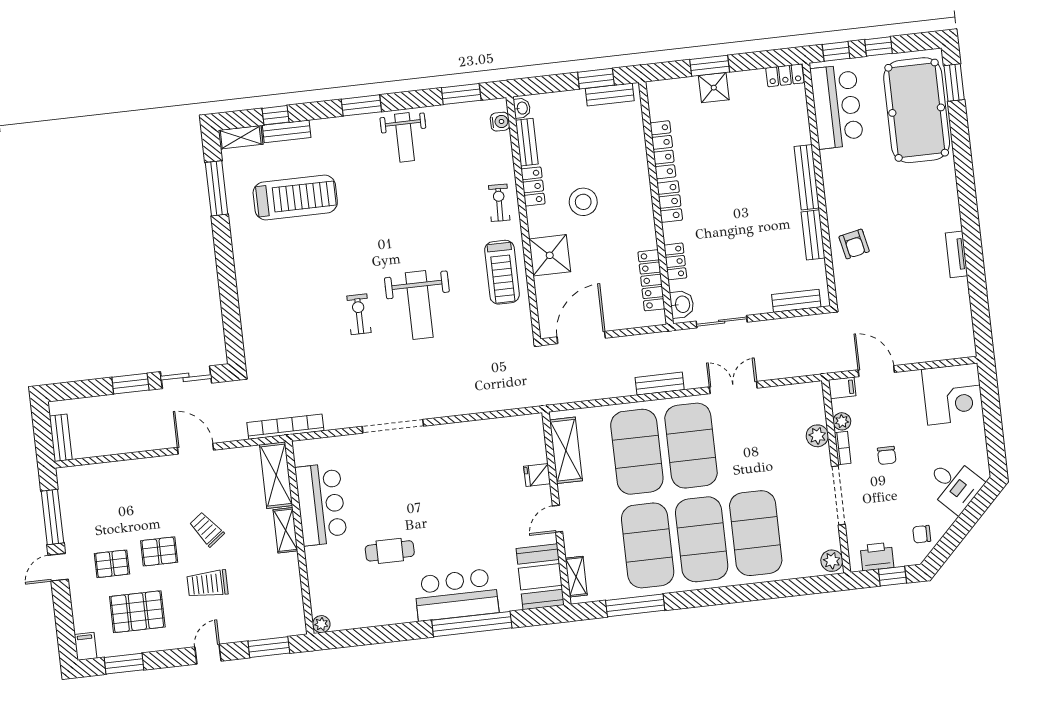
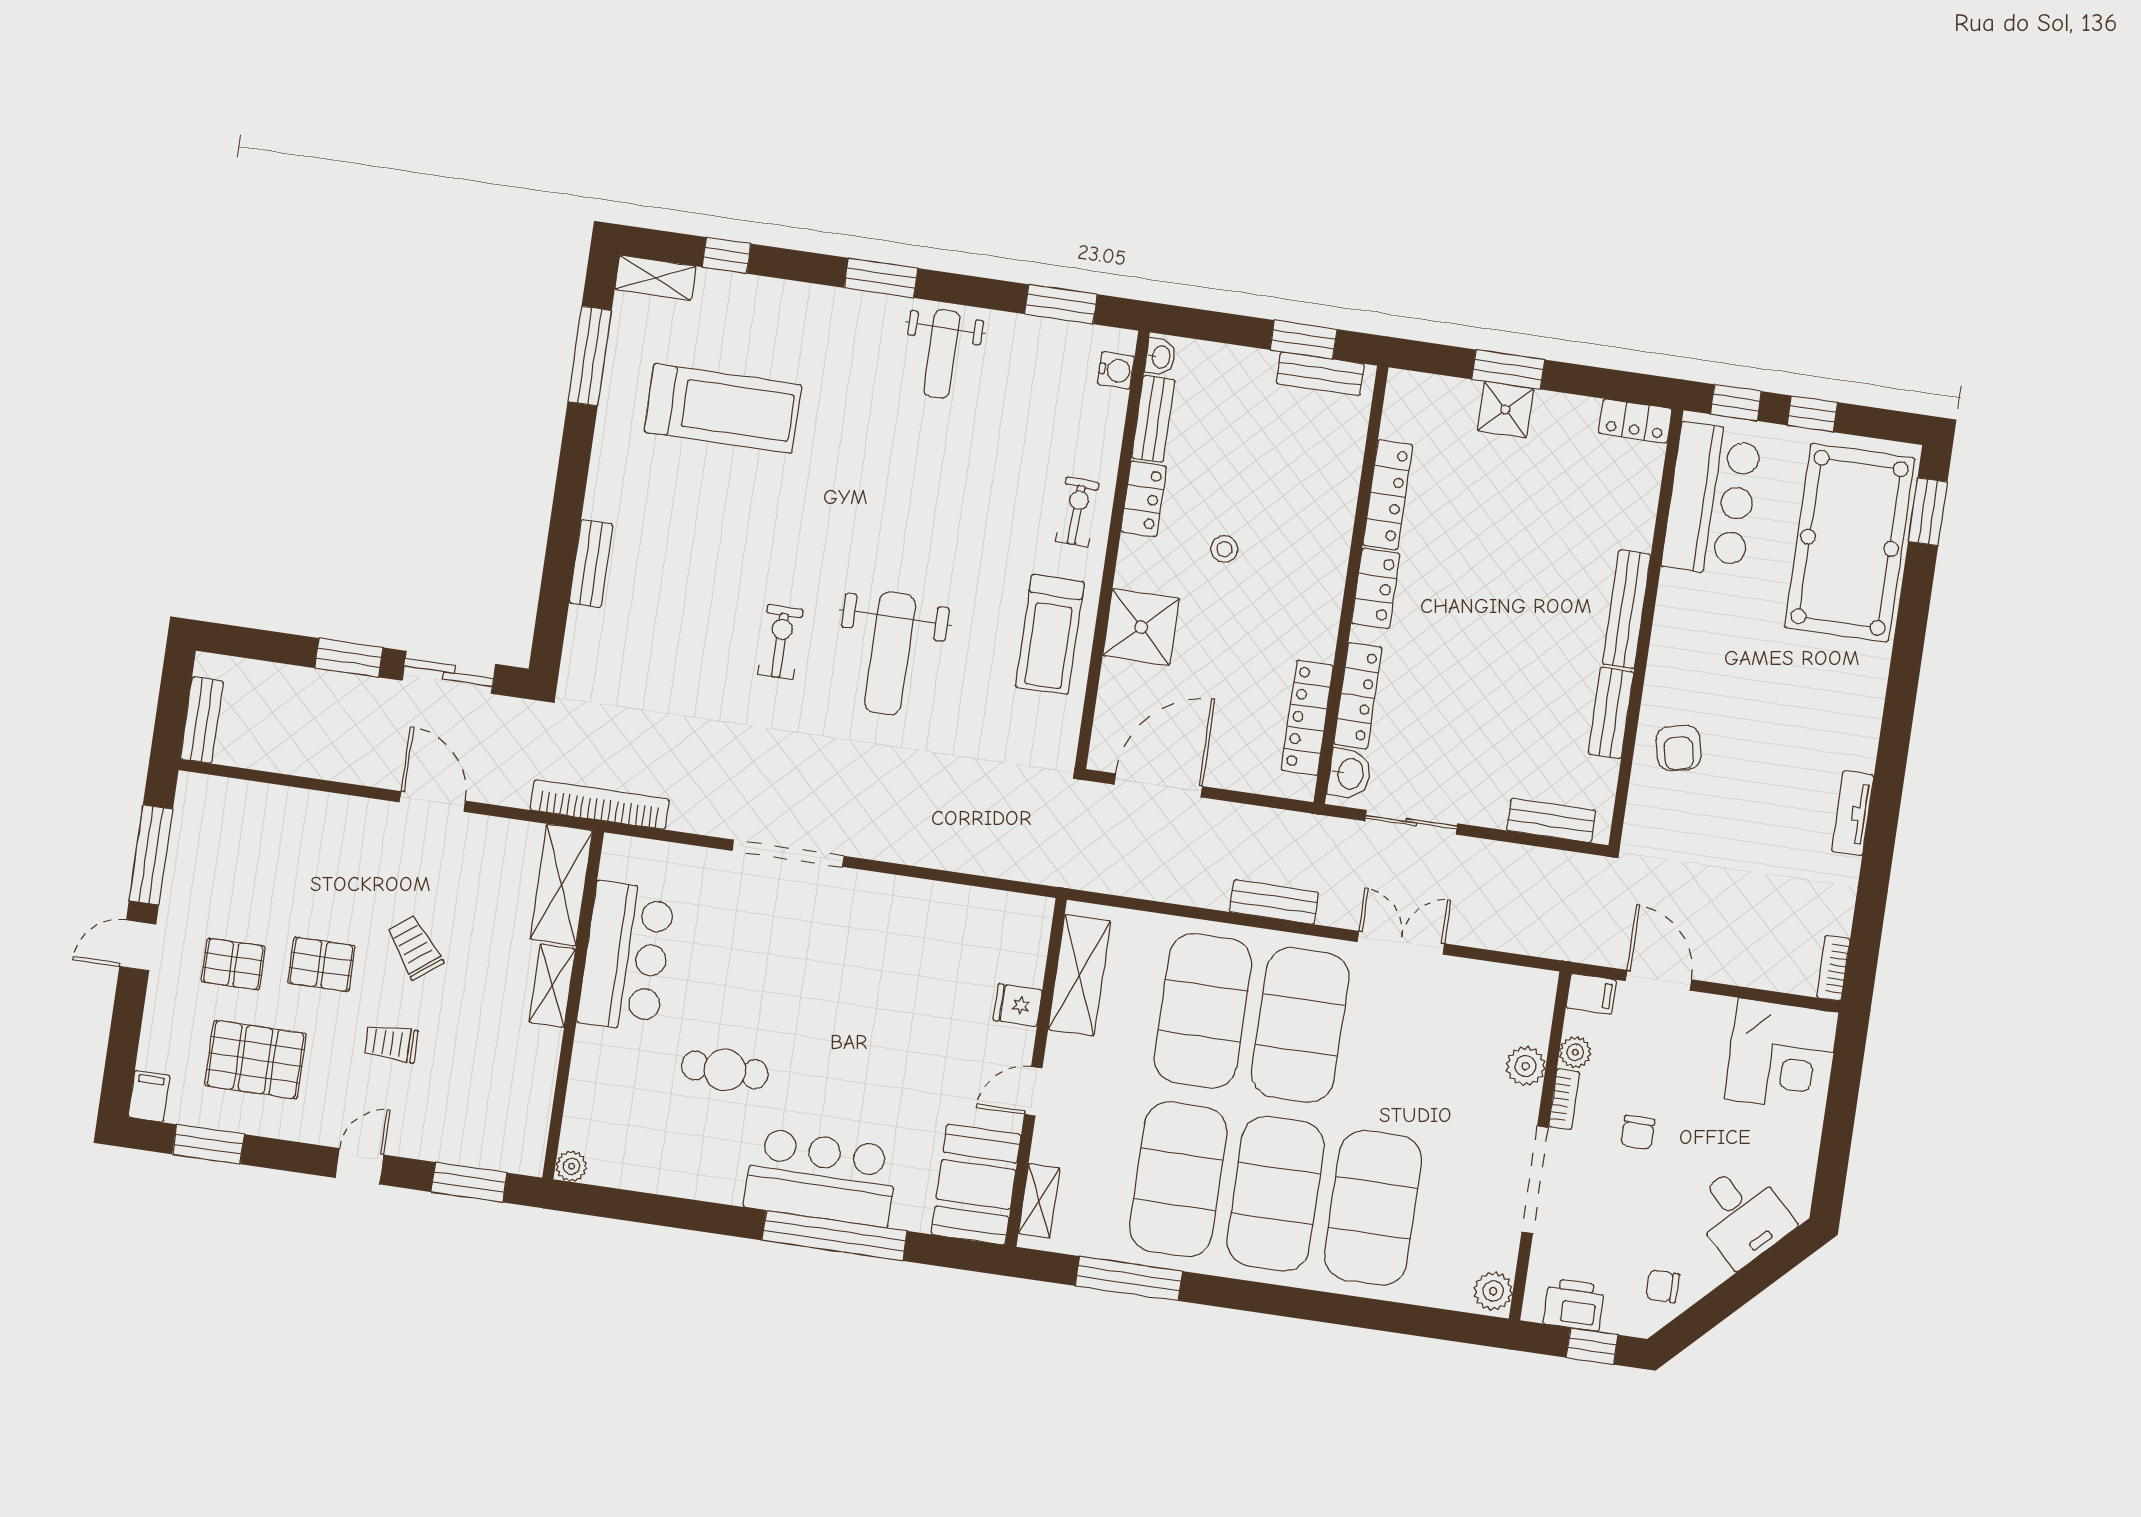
bench: (287, 131) -> (591, 564), moved, turned 90
stool: (583, 202) -> (1224, 549), width x0.53, depth x0.53
locker: (675, 261) -> (1358, 696), width x1.53
bookcase: (968, 340) -> (1833, 968), added
trolley: (208, 584) -> (391, 1043), width x0.73, depth x0.72

